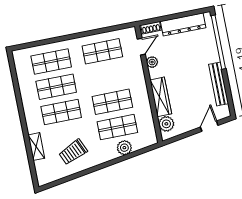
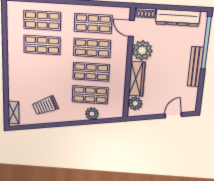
door: (141, 47) -> (131, 28), swing flipped
plant: (152, 62) -> (142, 50), width x1.87, depth x1.87
bench: (219, 84) -> (195, 67), moved
shop shelf: (61, 112) -> (92, 48), moved
shelving: (36, 147) -> (14, 113), moved

